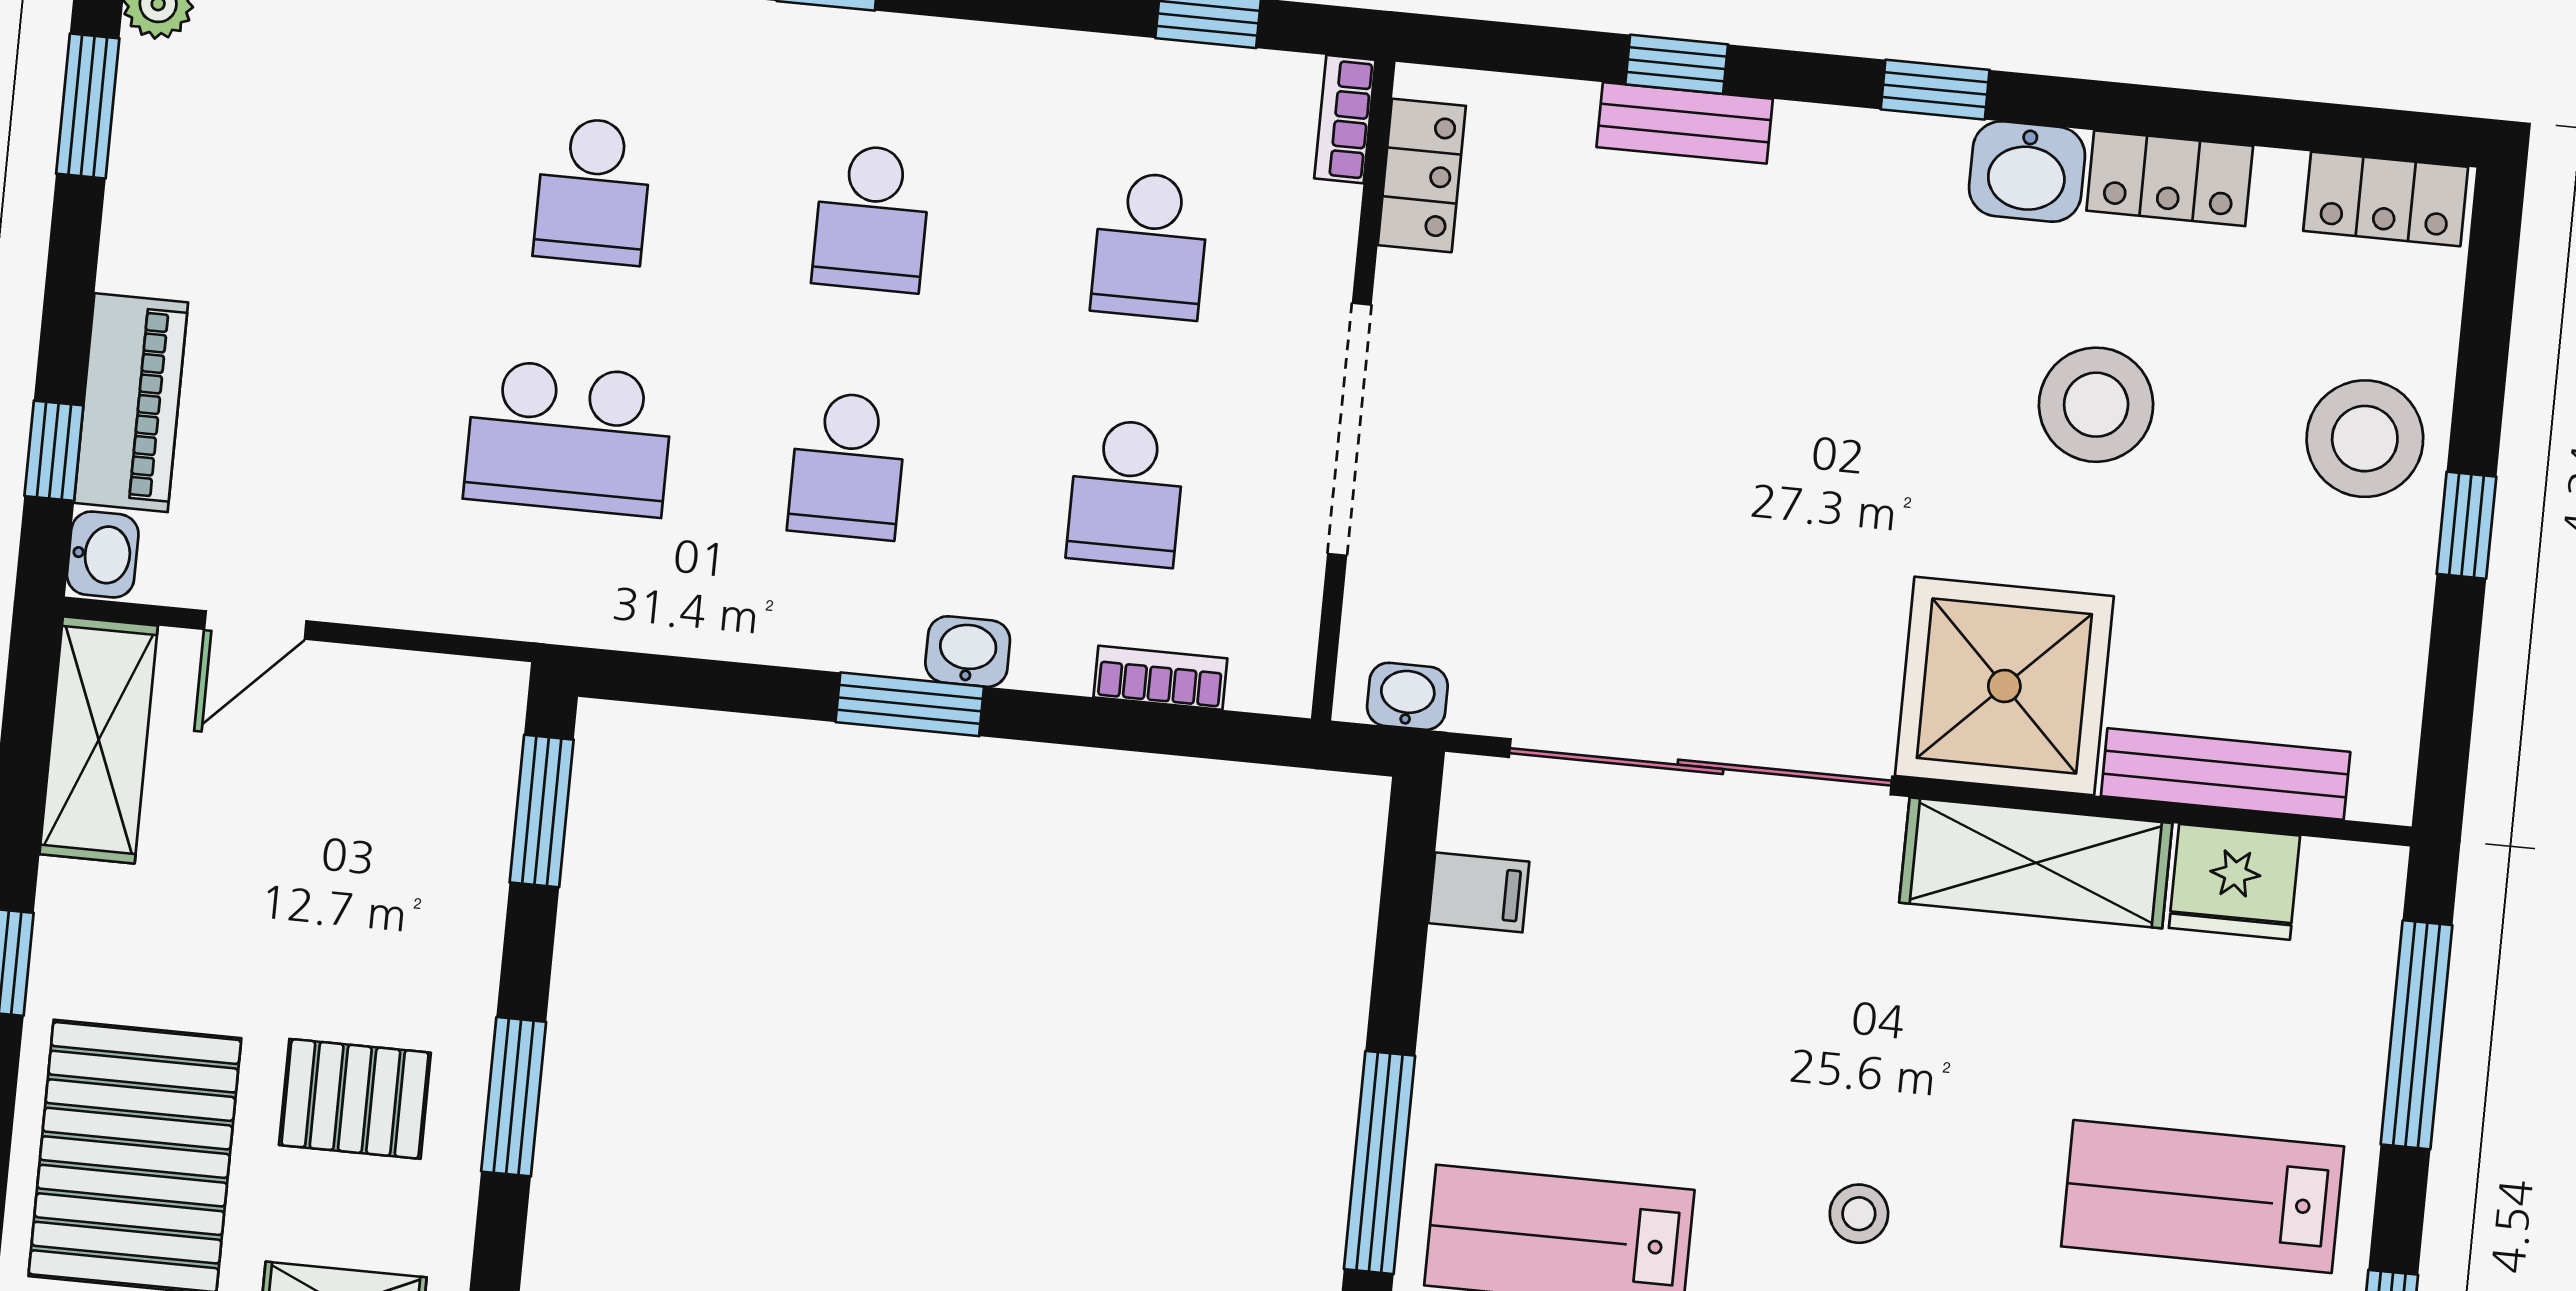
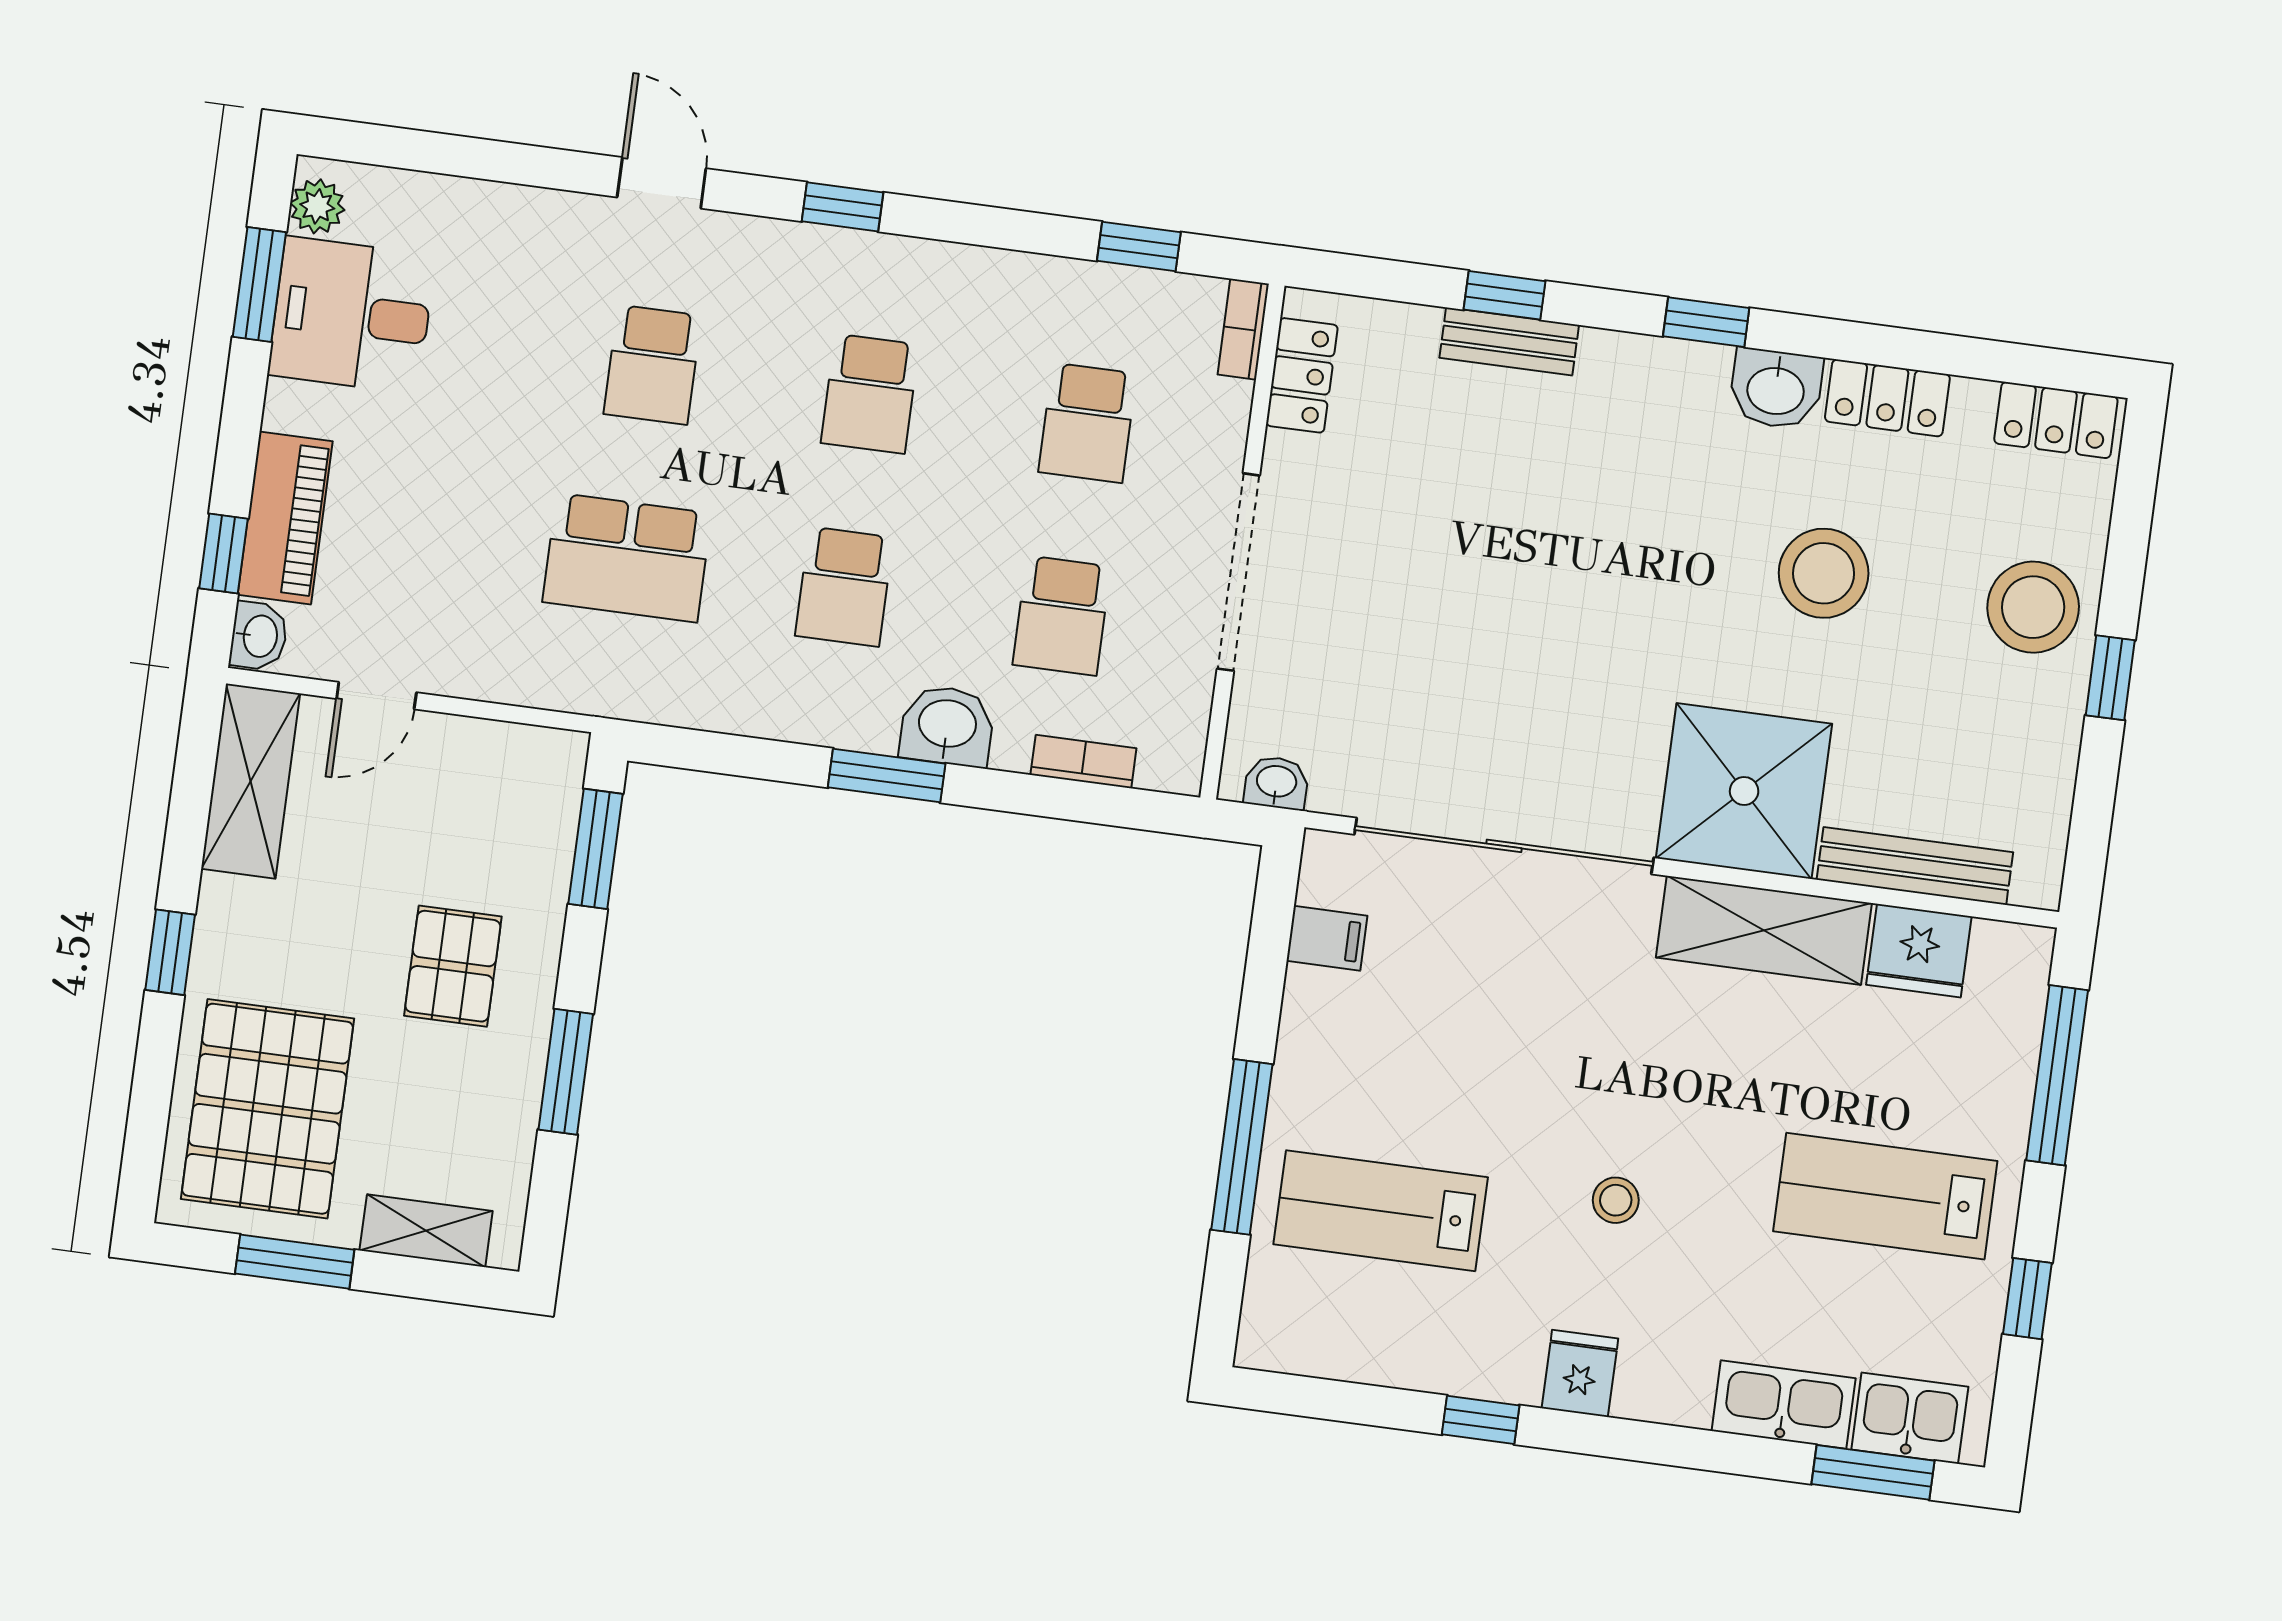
desk: (207, 141) -> (352, 315), added
washbasin: (968, 652) -> (947, 726), width x1.38, depth x1.45
pallet: (355, 1099) -> (453, 966), moved, turned 90

